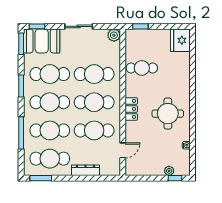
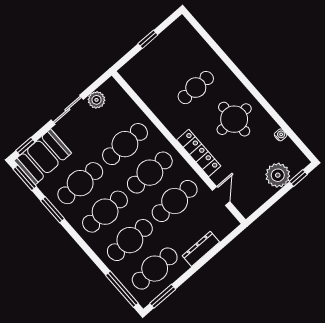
window: (140, 26) -> (148, 39), moved
plant: (114, 35) -> (97, 100), moved
fridge: (180, 40) -> (182, 34), removed
cafe table: (142, 68) -> (196, 88), moved
window: (21, 86) -> (53, 210), moved
locker: (131, 109) -> (199, 153), width x1.53
window: (21, 133) -> (122, 289), moved
plant: (169, 171) -> (278, 175), width x1.88, depth x1.88

